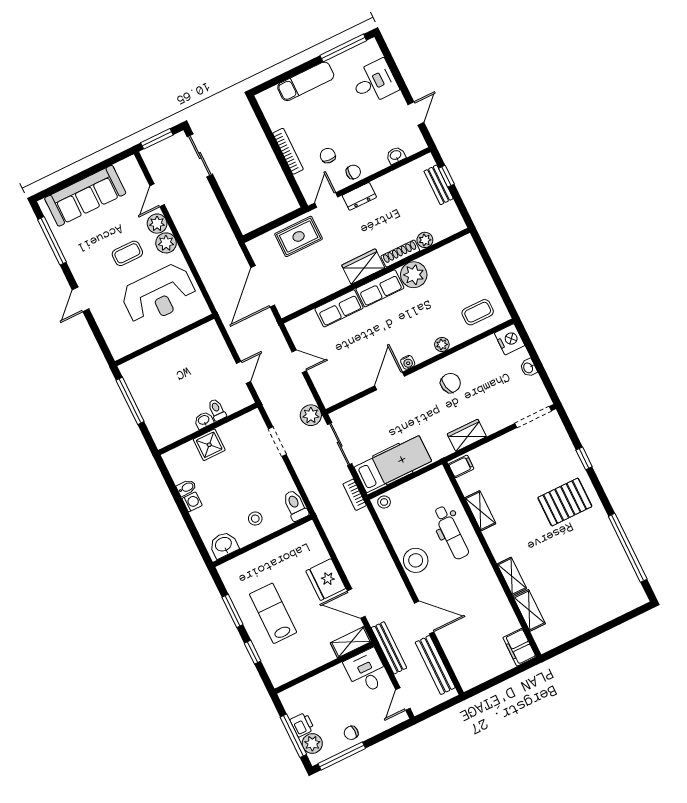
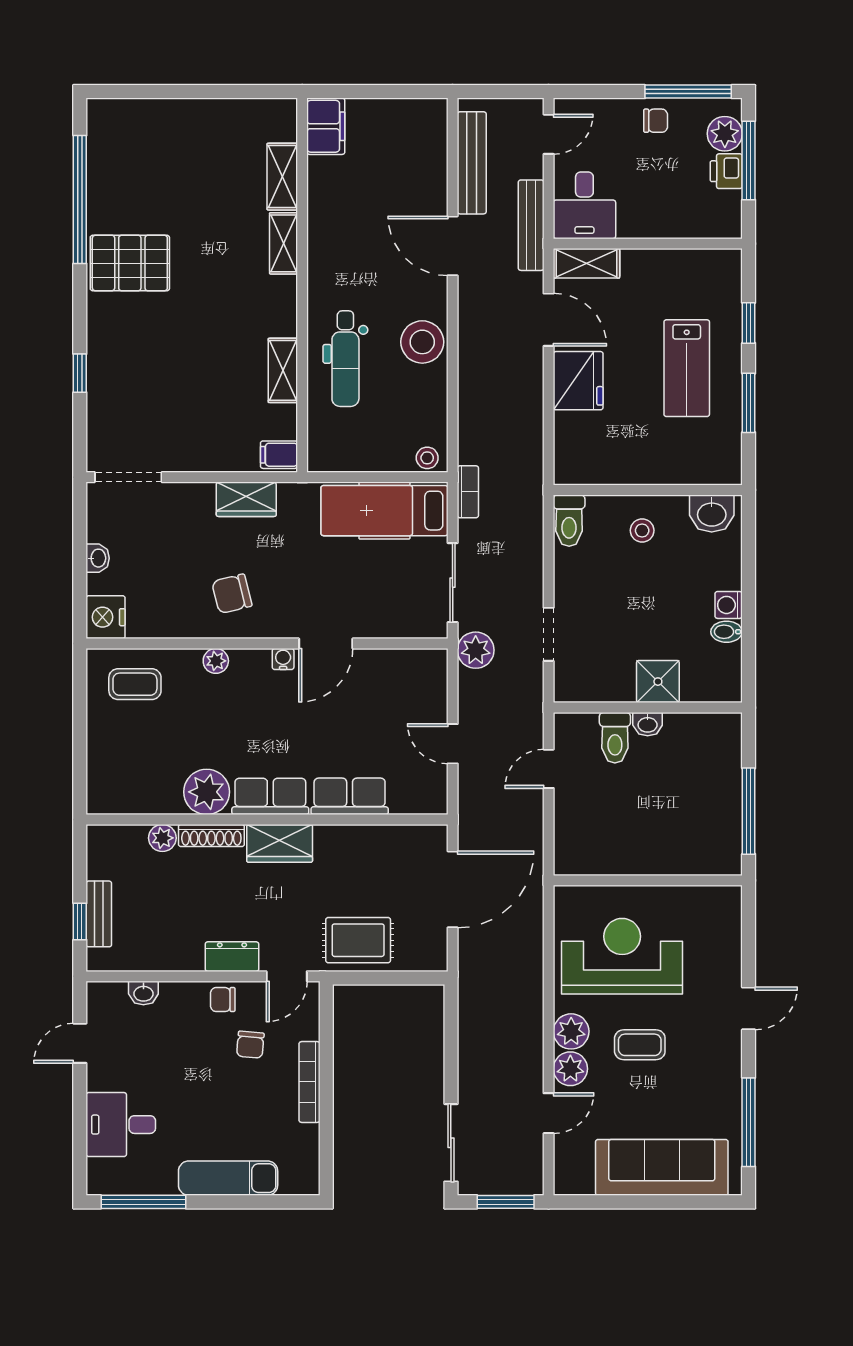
toilet: (217, 410) -> (615, 738), width x1.37, depth x1.39
pallet: (565, 502) -> (130, 263), moved
dental chair: (451, 533) -> (345, 359), turned 180

